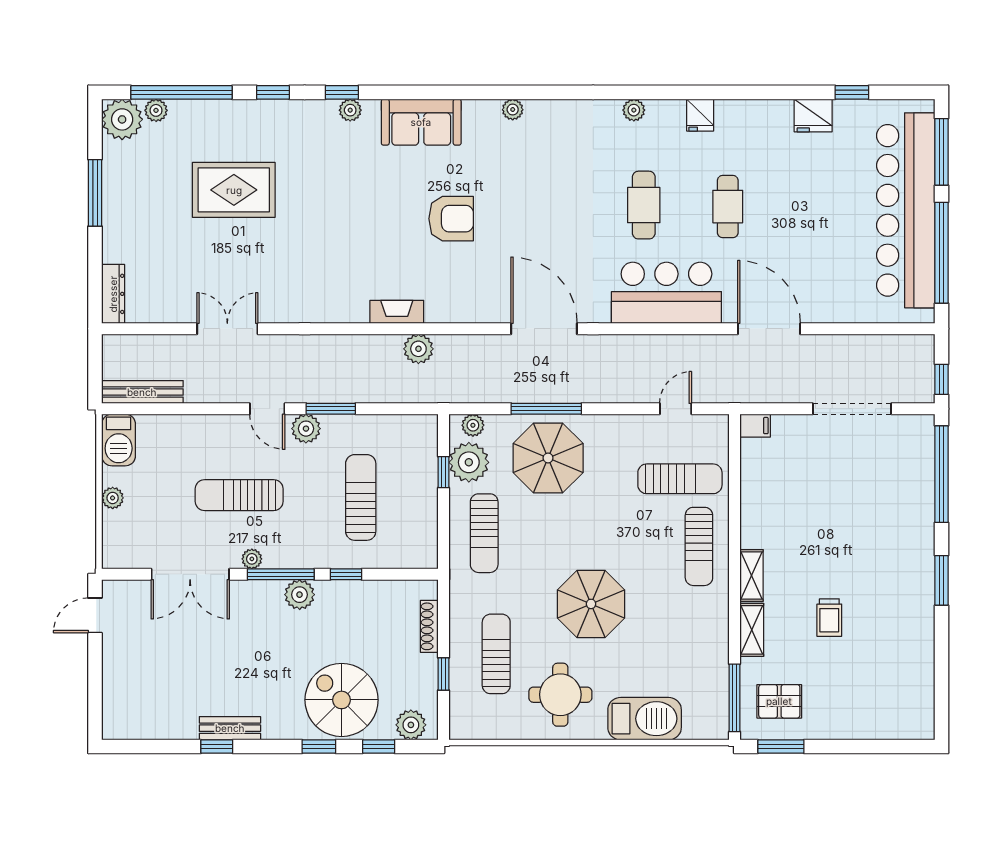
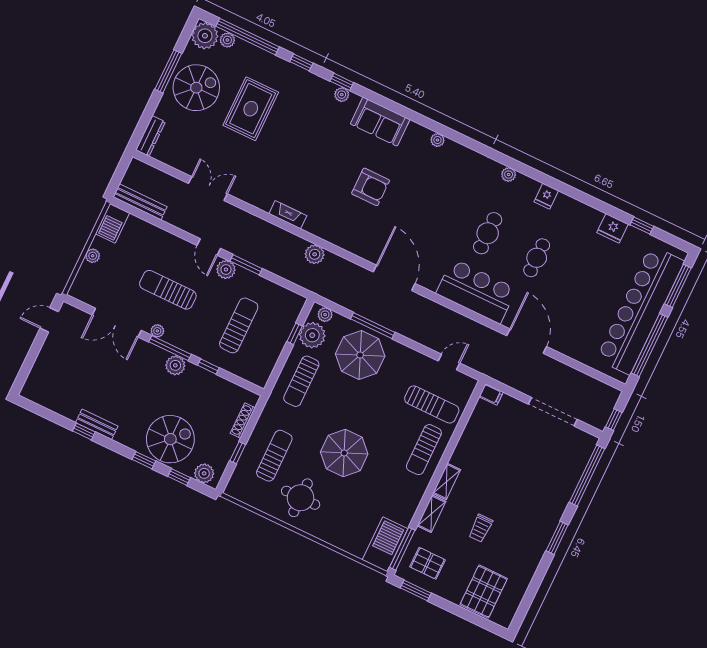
rug: (234, 190) -> (251, 109), turned 90
spiral stairs: (145, 197) -> (196, 88), added
fireplace: (397, 312) -> (288, 215), moved
spiral stairs: (342, 700) -> (170, 439), turned 90
pallet: (876, 703) -> (484, 592), added
barbecue: (645, 719) -> (385, 544), moved, turned -90

